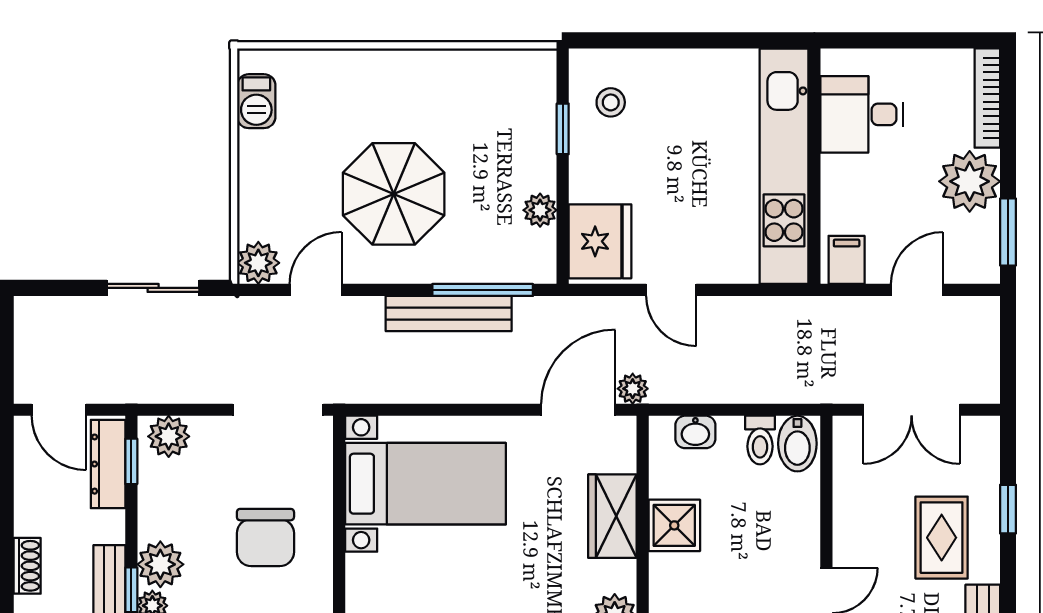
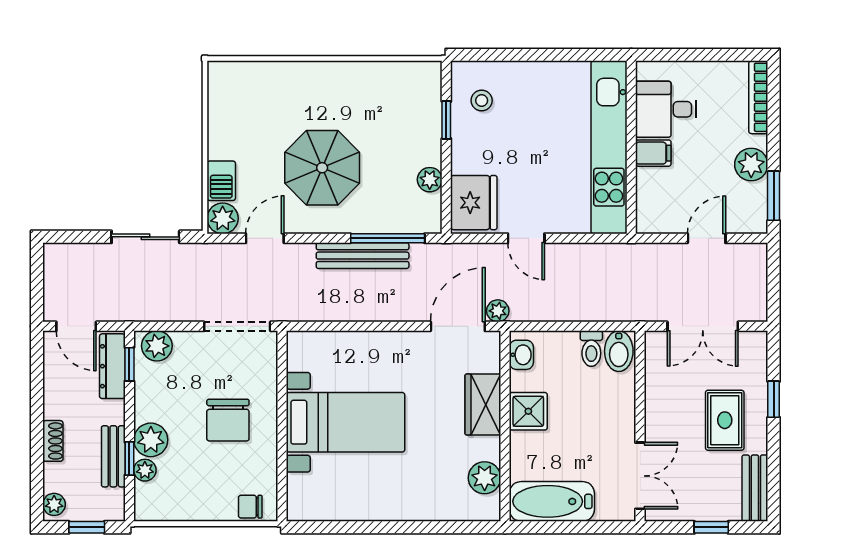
barbecue: (256, 101) -> (221, 181), moved
plant: (970, 181) -> (751, 164), width x0.73, depth x0.73
filing cabinet: (847, 260) -> (653, 153), moved, turned 90
washbasin: (695, 432) -> (521, 355), moved, turned -90
bed with nightstands: (425, 484) -> (346, 422), moved

